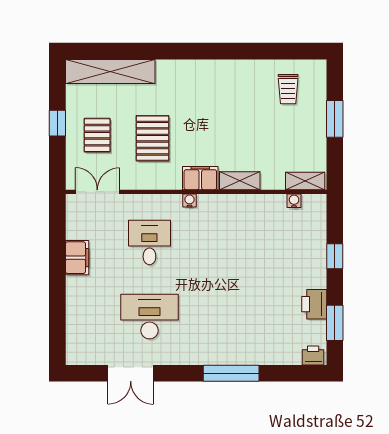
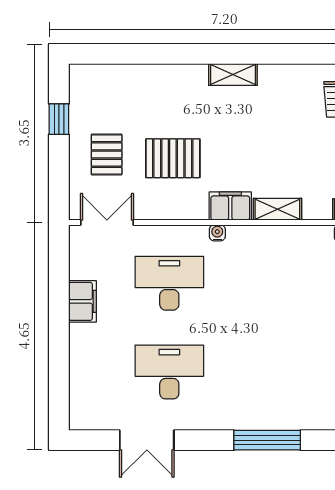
shelving: (110, 71) -> (233, 75), moved, width x0.45, depth x0.75
window: (57, 123) -> (59, 119), moved
pallet: (152, 138) -> (173, 158), turned 90
desk: (149, 242) -> (169, 283), width x1.37

